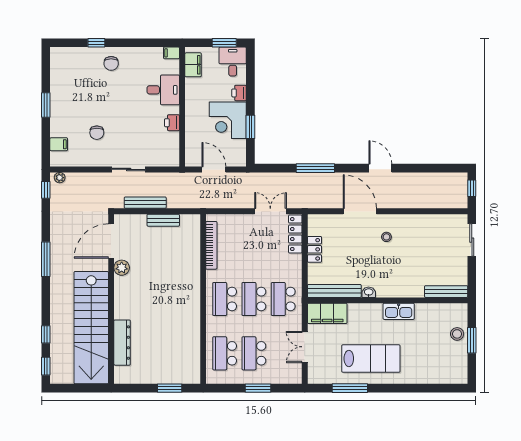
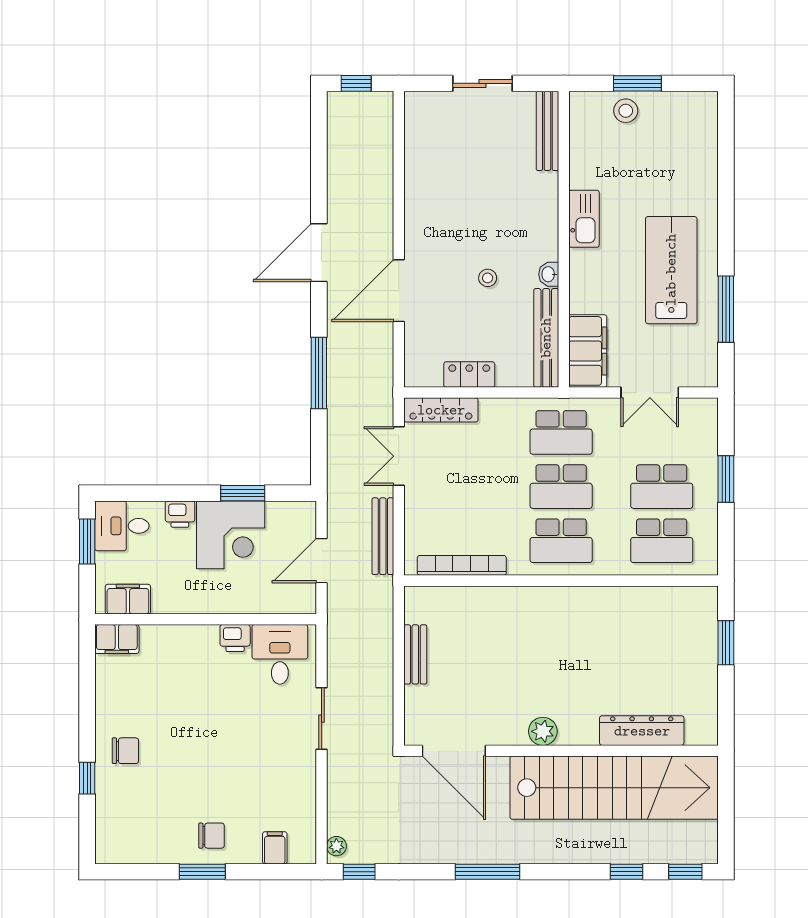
filing cabinet: (171, 53) -> (117, 639), width x2.00
desk: (163, 90) -> (280, 654), moved
chair: (97, 133) -> (211, 836), moved
door: (380, 168) -> (319, 253), width x1.36
bench: (145, 203) -> (383, 536), moved
stool: (386, 237) -> (488, 278), moved
sliding door: (472, 240) -> (482, 83), moved
plant: (122, 268) -> (543, 731), moved

